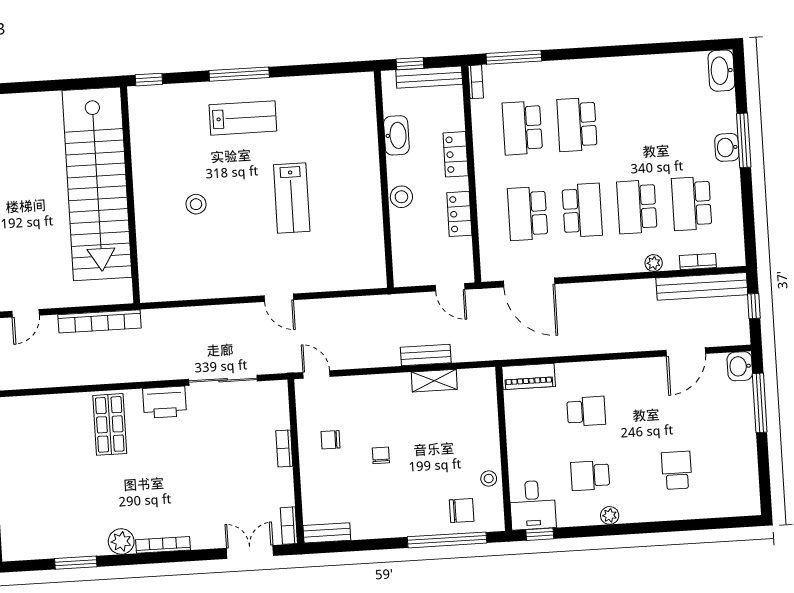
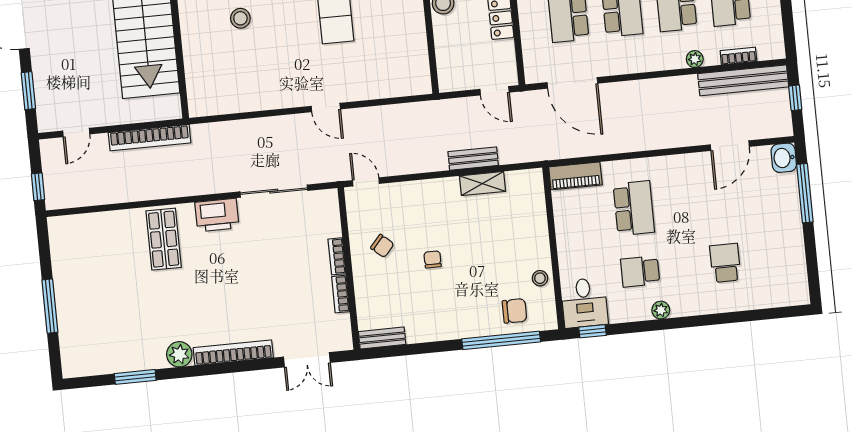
school desk: (586, 411) -> (634, 208), width x1.85
chair: (331, 440) -> (382, 246), turned -139
bookcase: (289, 526) -> (341, 294), moved
bookcase: (163, 545) -> (233, 353), width x1.48, depth x1.31
double door: (250, 552) -> (307, 360), swing flipped

